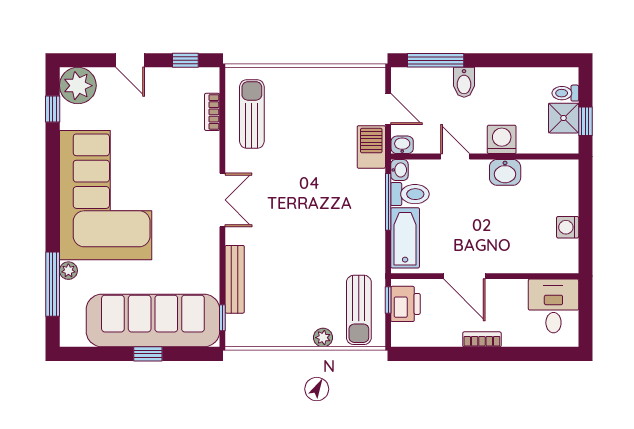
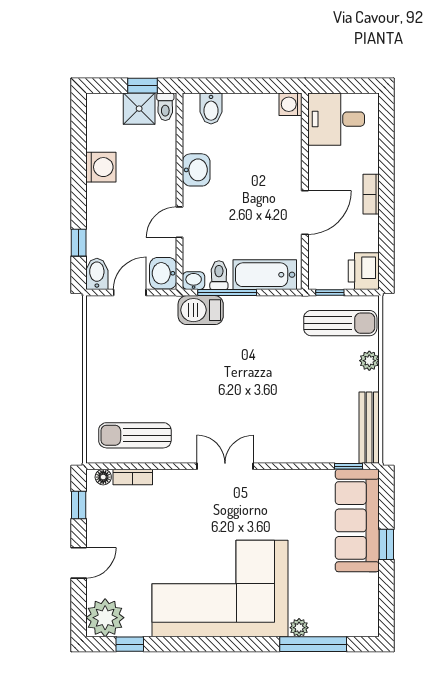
window: (436, 60) -> (79, 243), width x0.46
bidet: (464, 82) -> (97, 274), moved, turned -90
floor lamp: (212, 84) -> (103, 477), added
toilet: (565, 93) -> (165, 107), moved
washing machine: (502, 139) -> (101, 167), moved, turned 180
washbasin: (402, 145) -> (163, 273), width x1.38, depth x1.45
barbecue: (371, 147) -> (201, 310), moved
bidet: (564, 187) -> (211, 108), added
toilet: (410, 194) -> (219, 275), width x0.73, depth x0.72
washing machine: (568, 227) -> (291, 104), moved, turned 90
bench: (235, 279) -> (369, 428), moved, turned 90
printer: (405, 304) -> (364, 271), moved, turned -90
sofa: (153, 320) -> (357, 520), width x0.74, depth x0.79

